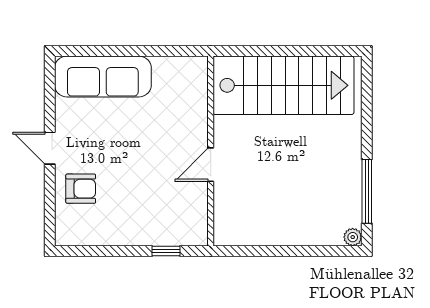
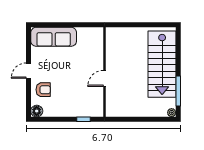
stairs: (283, 85) -> (162, 64), moved, turned 90
door: (50, 148) -> (29, 71), hinge flipped
floor lamp: (67, 234) -> (37, 111), added

